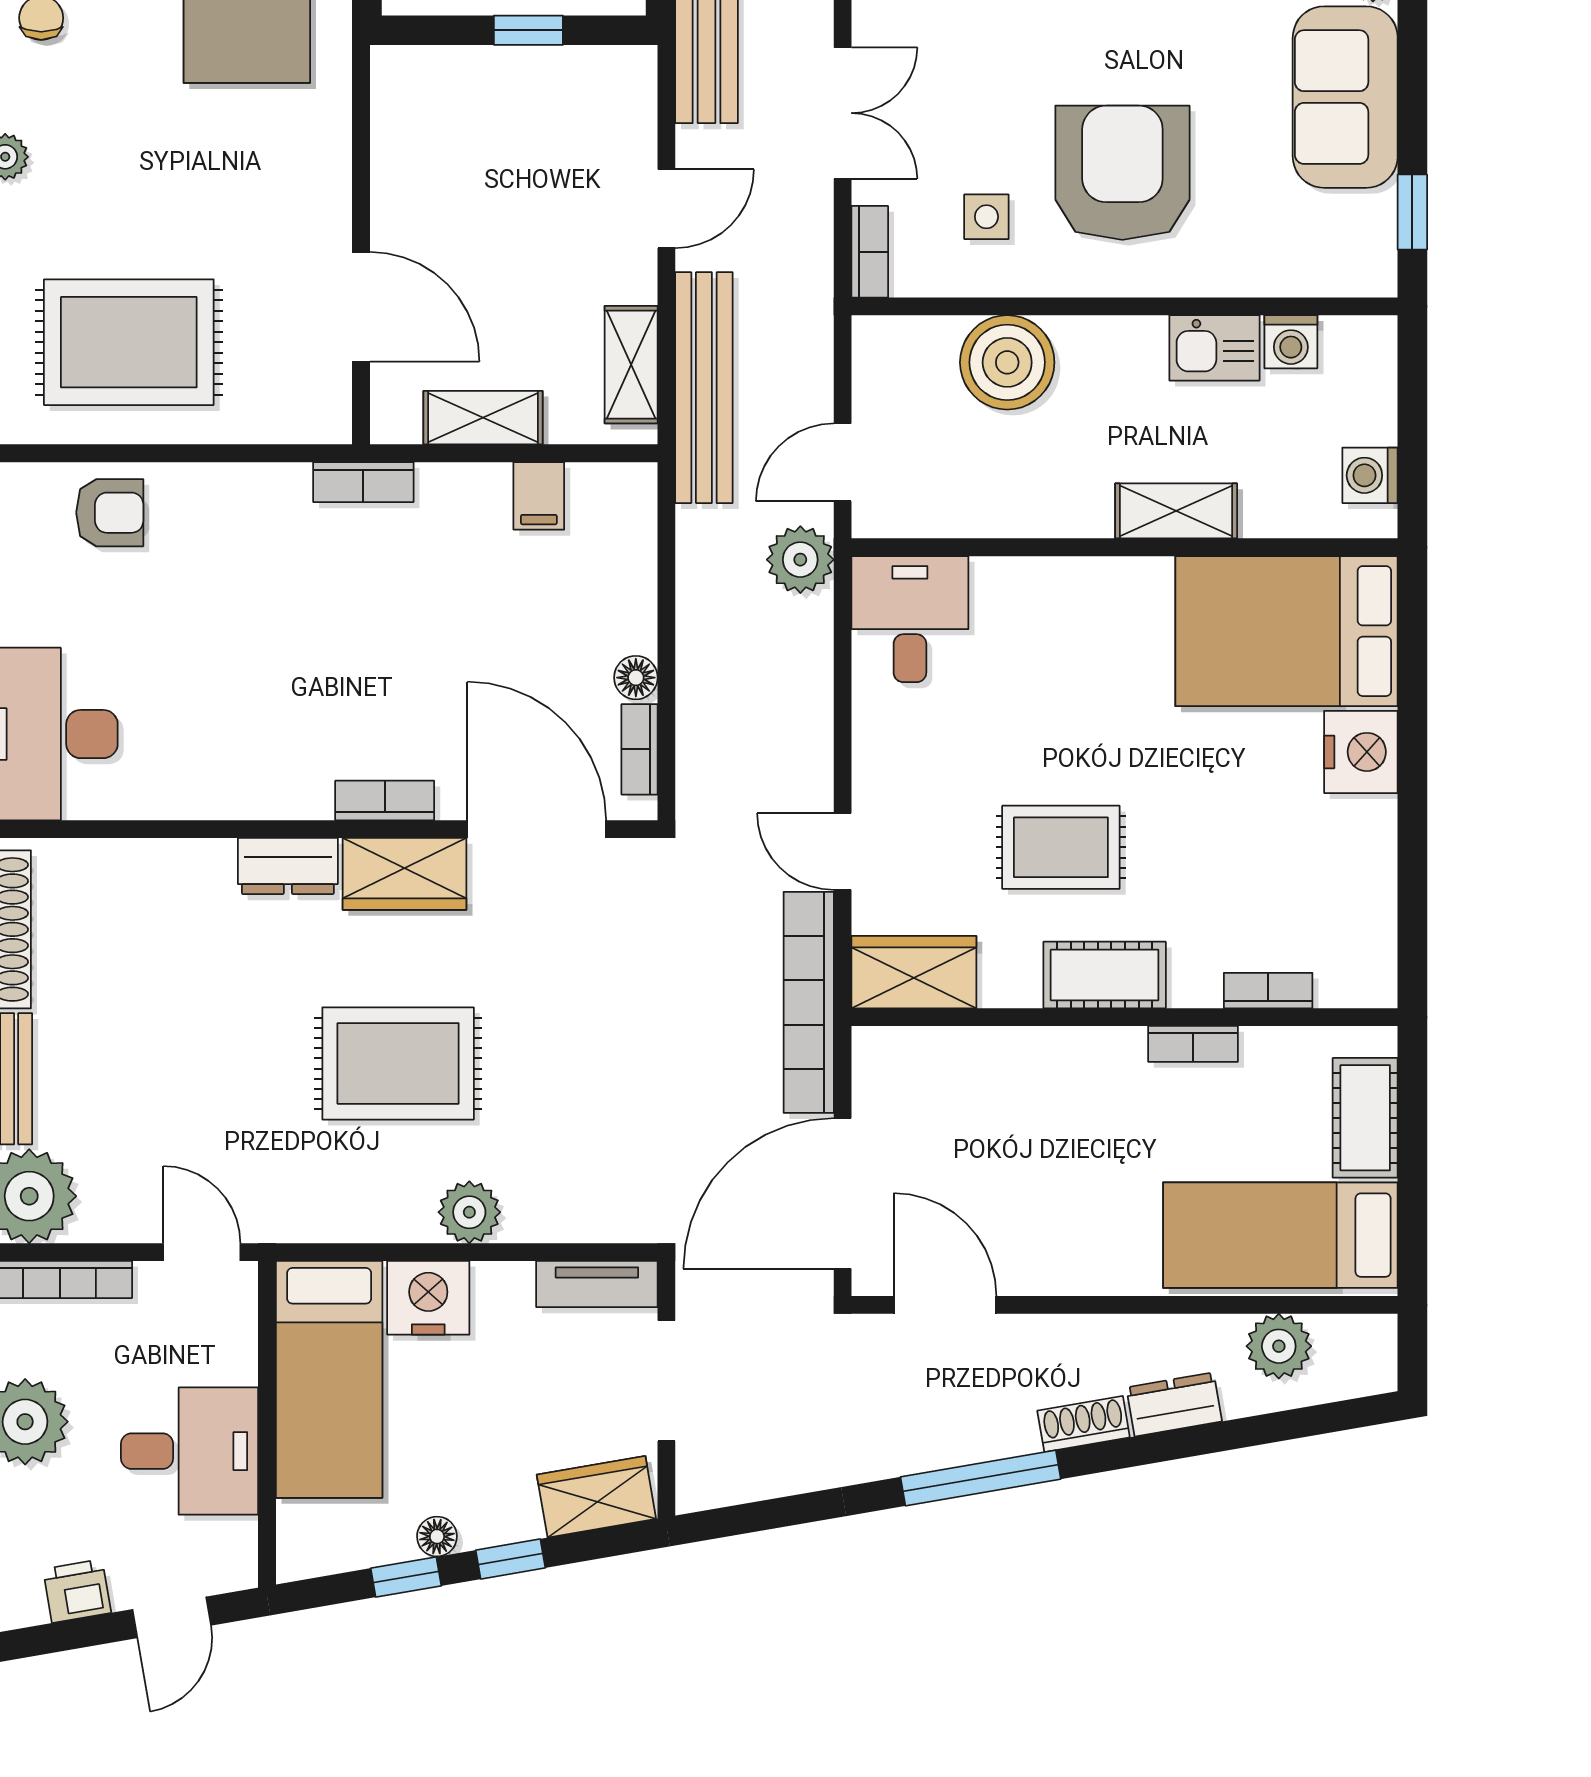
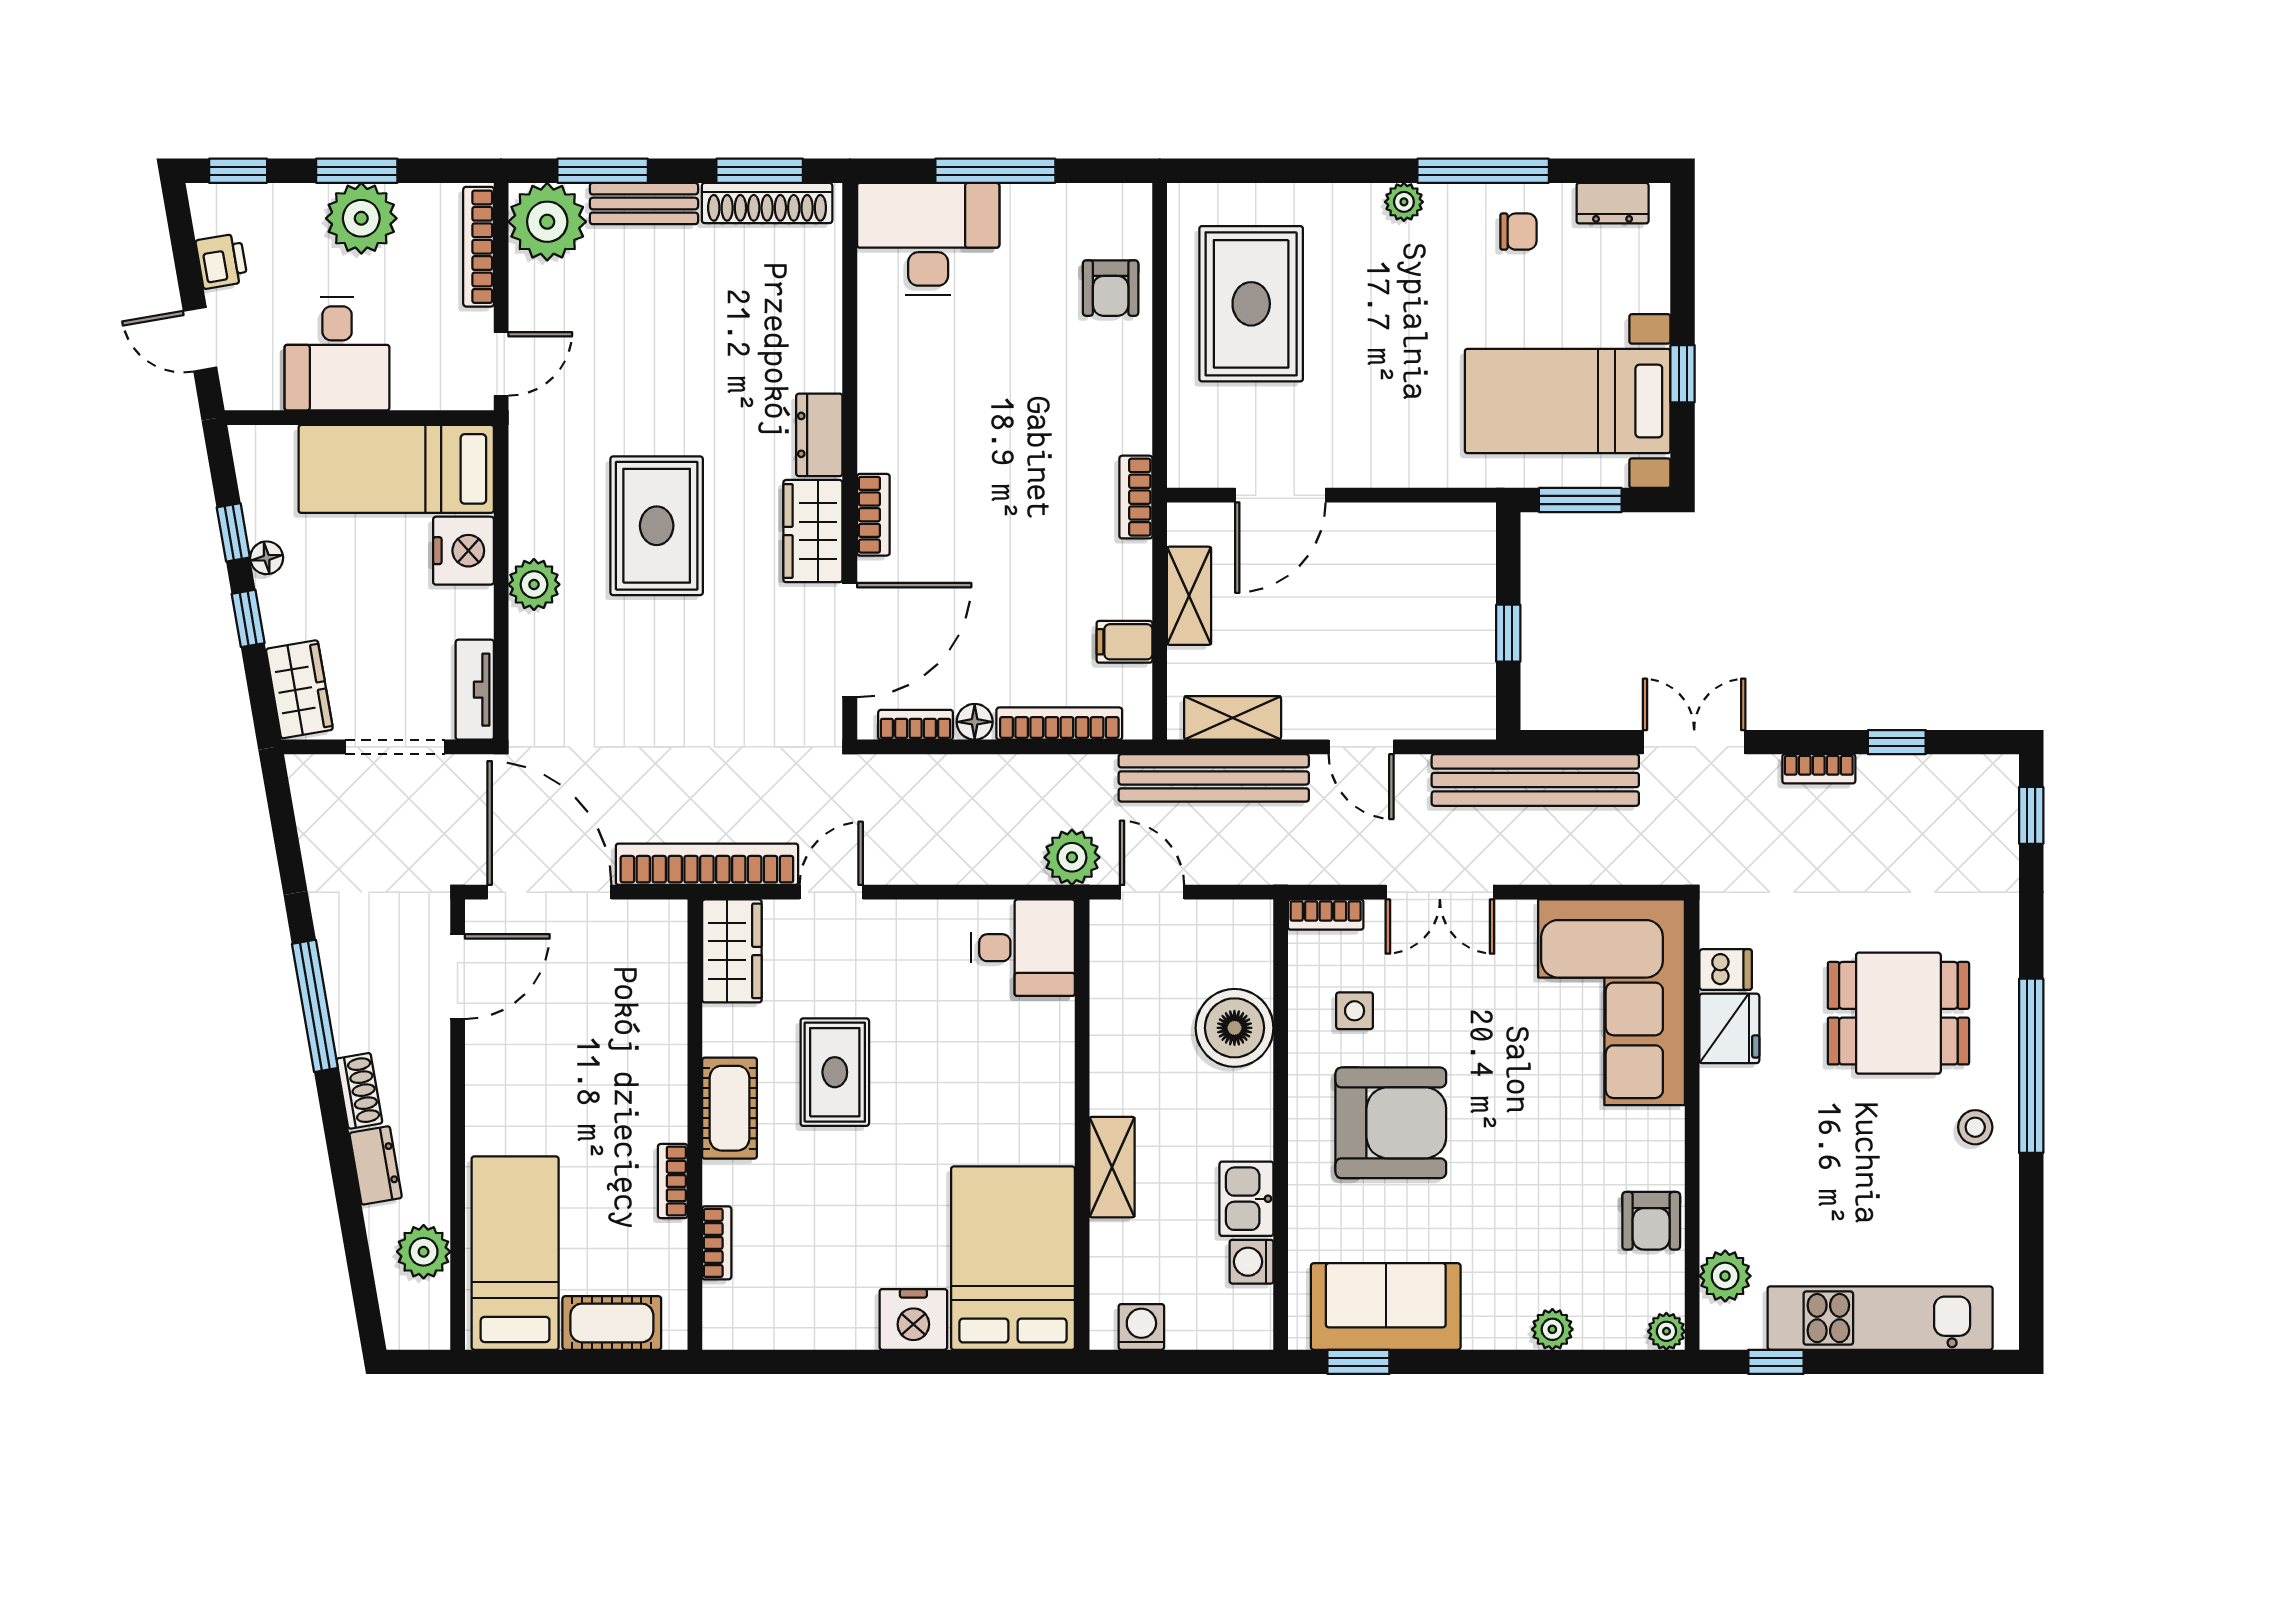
sofa: (1345, 97) -> (1386, 1306), moved
bookcase: (638, 575) -> (1059, 724), added

